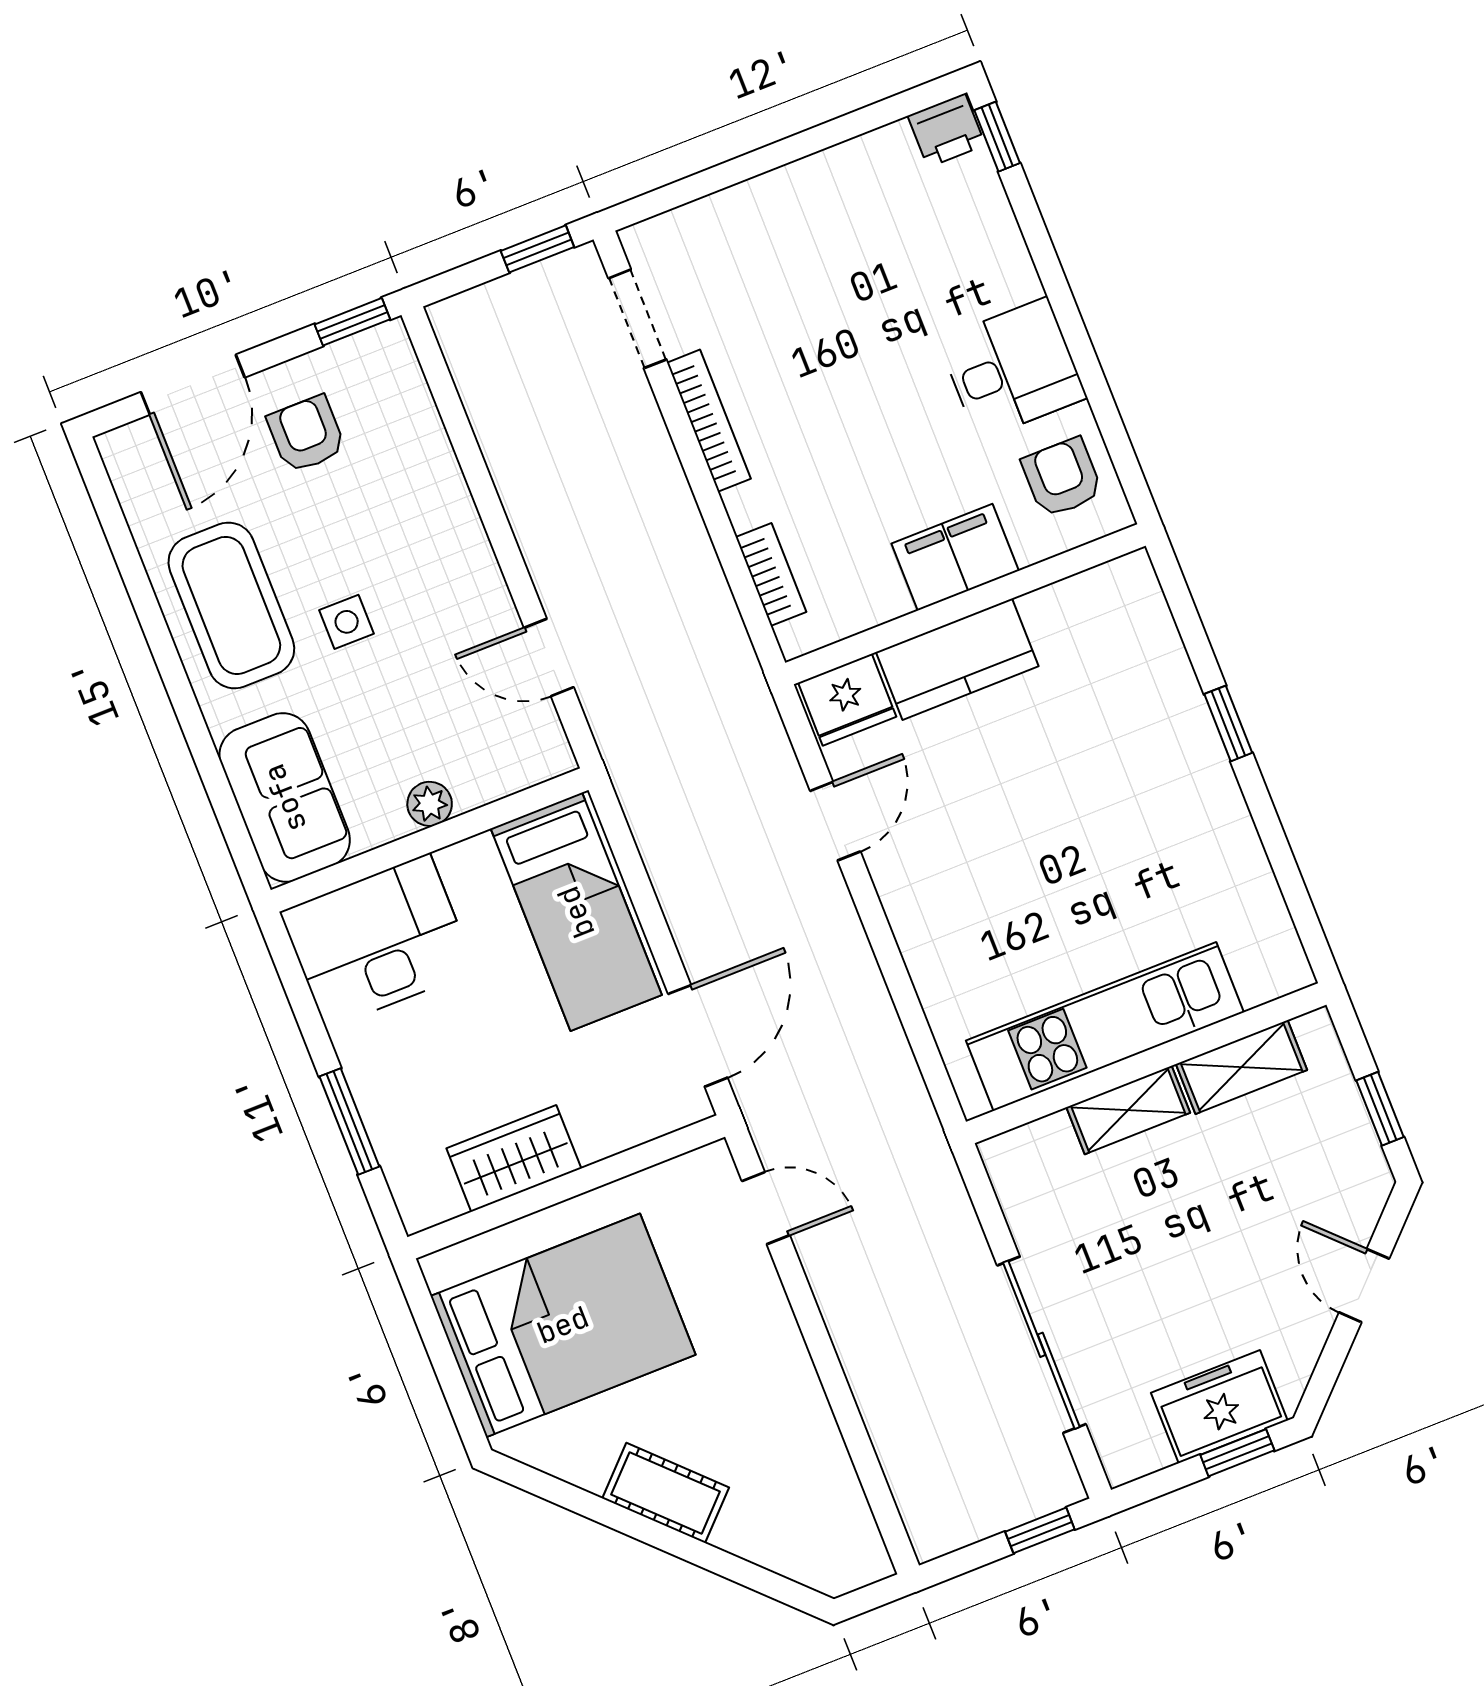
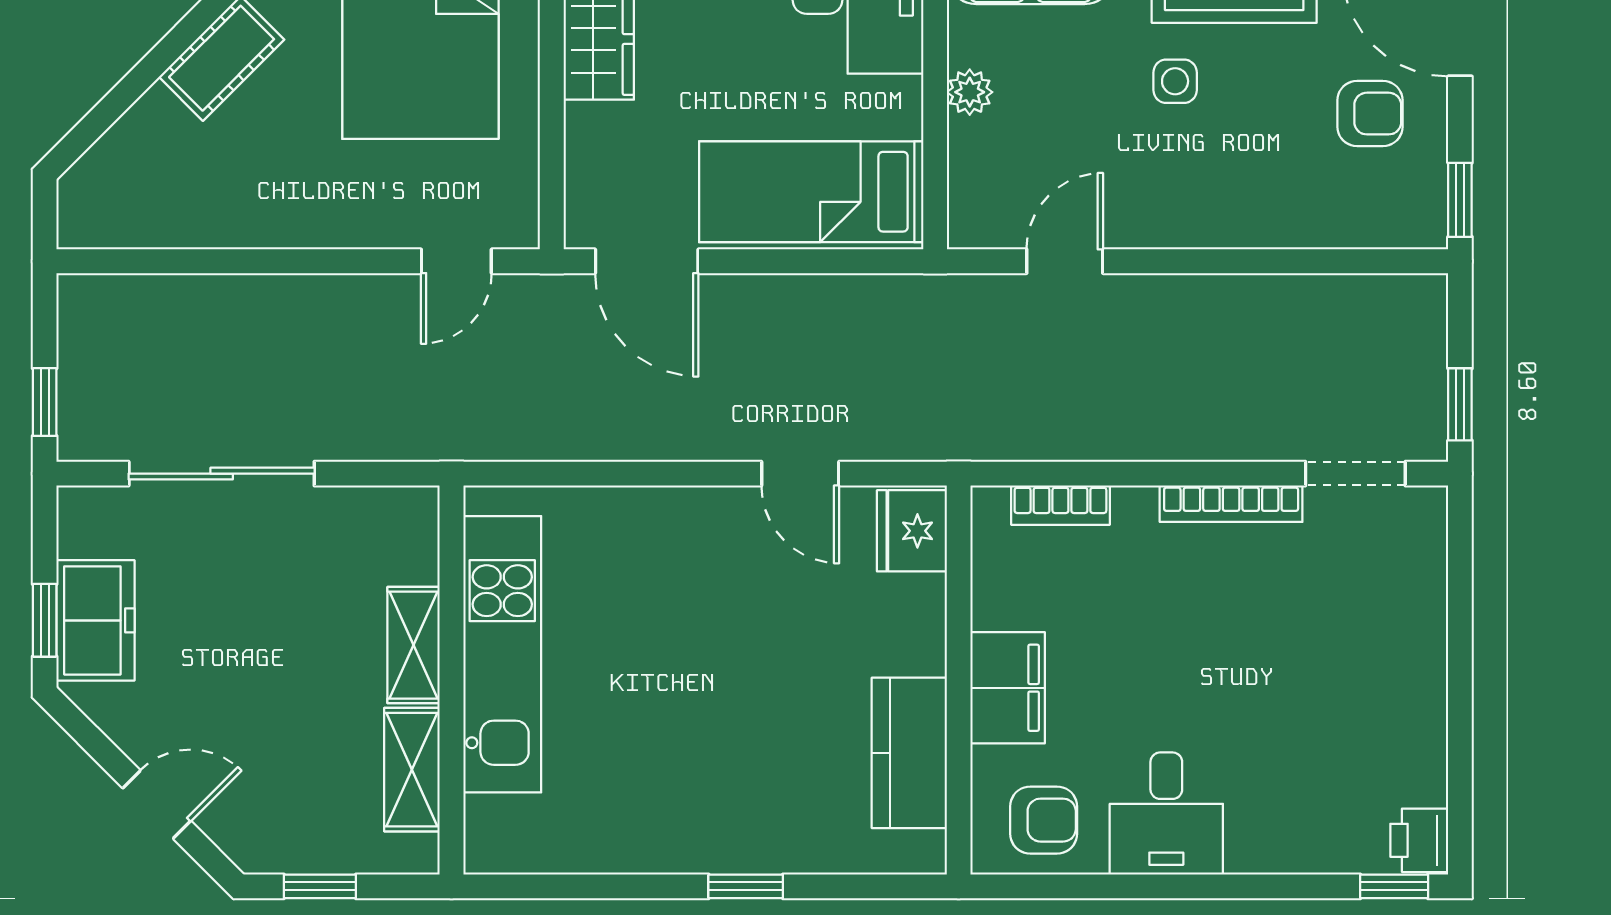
kitchen counter: (957, 659) -> (909, 753), moved

